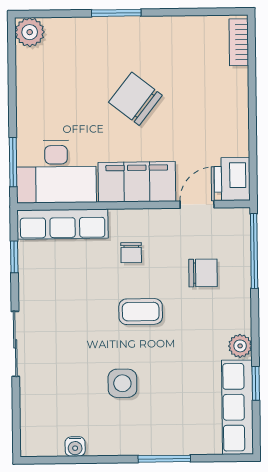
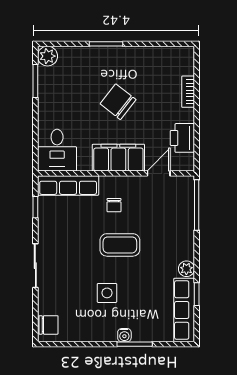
bookcase: (239, 42) -> (188, 92), moved
window: (13, 162) -> (35, 81), moved
desk: (56, 172) -> (57, 150), width x0.73
printer: (232, 179) -> (182, 138), moved
chair: (203, 273) -> (49, 325), moved
coffee table: (141, 312) -> (120, 245), width x1.36, depth x1.30
water cooler: (75, 447) -> (124, 335), moved

